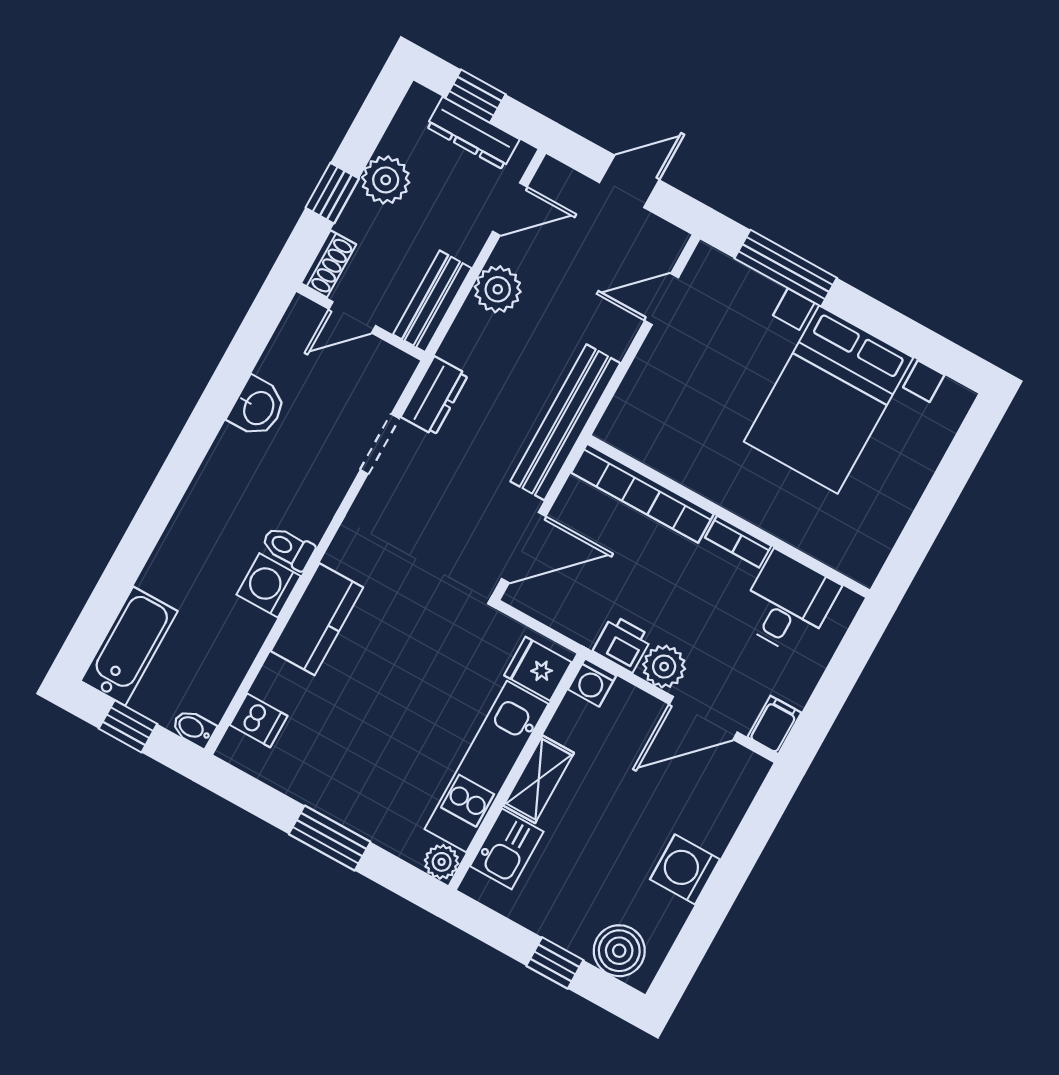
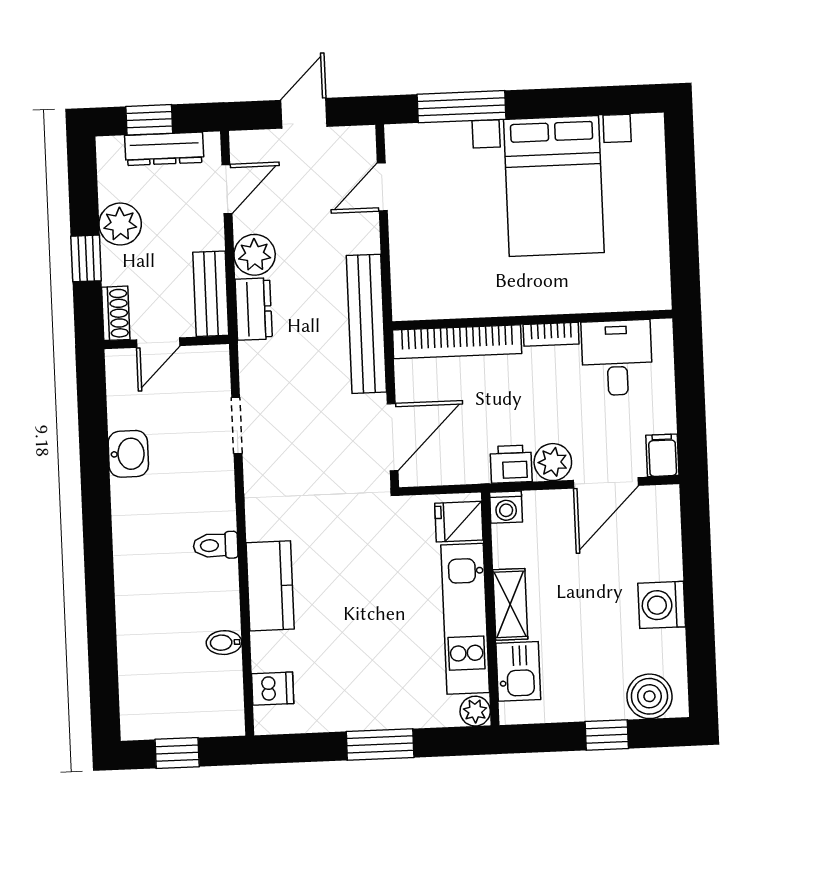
dresser: (434, 396) -> (254, 309), moved
washing machine: (269, 585) -> (218, 583), removed
bathtub: (129, 646) -> (141, 692), removed
bidet: (194, 728) -> (224, 643), moved

